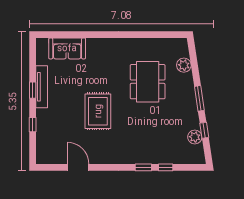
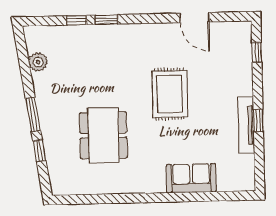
sofa: (67, 48) -> (191, 178), moved
plant: (184, 65) -> (55, 159), removed
window: (33, 125) -> (257, 52), moved
window: (204, 130) -> (39, 150), moved

